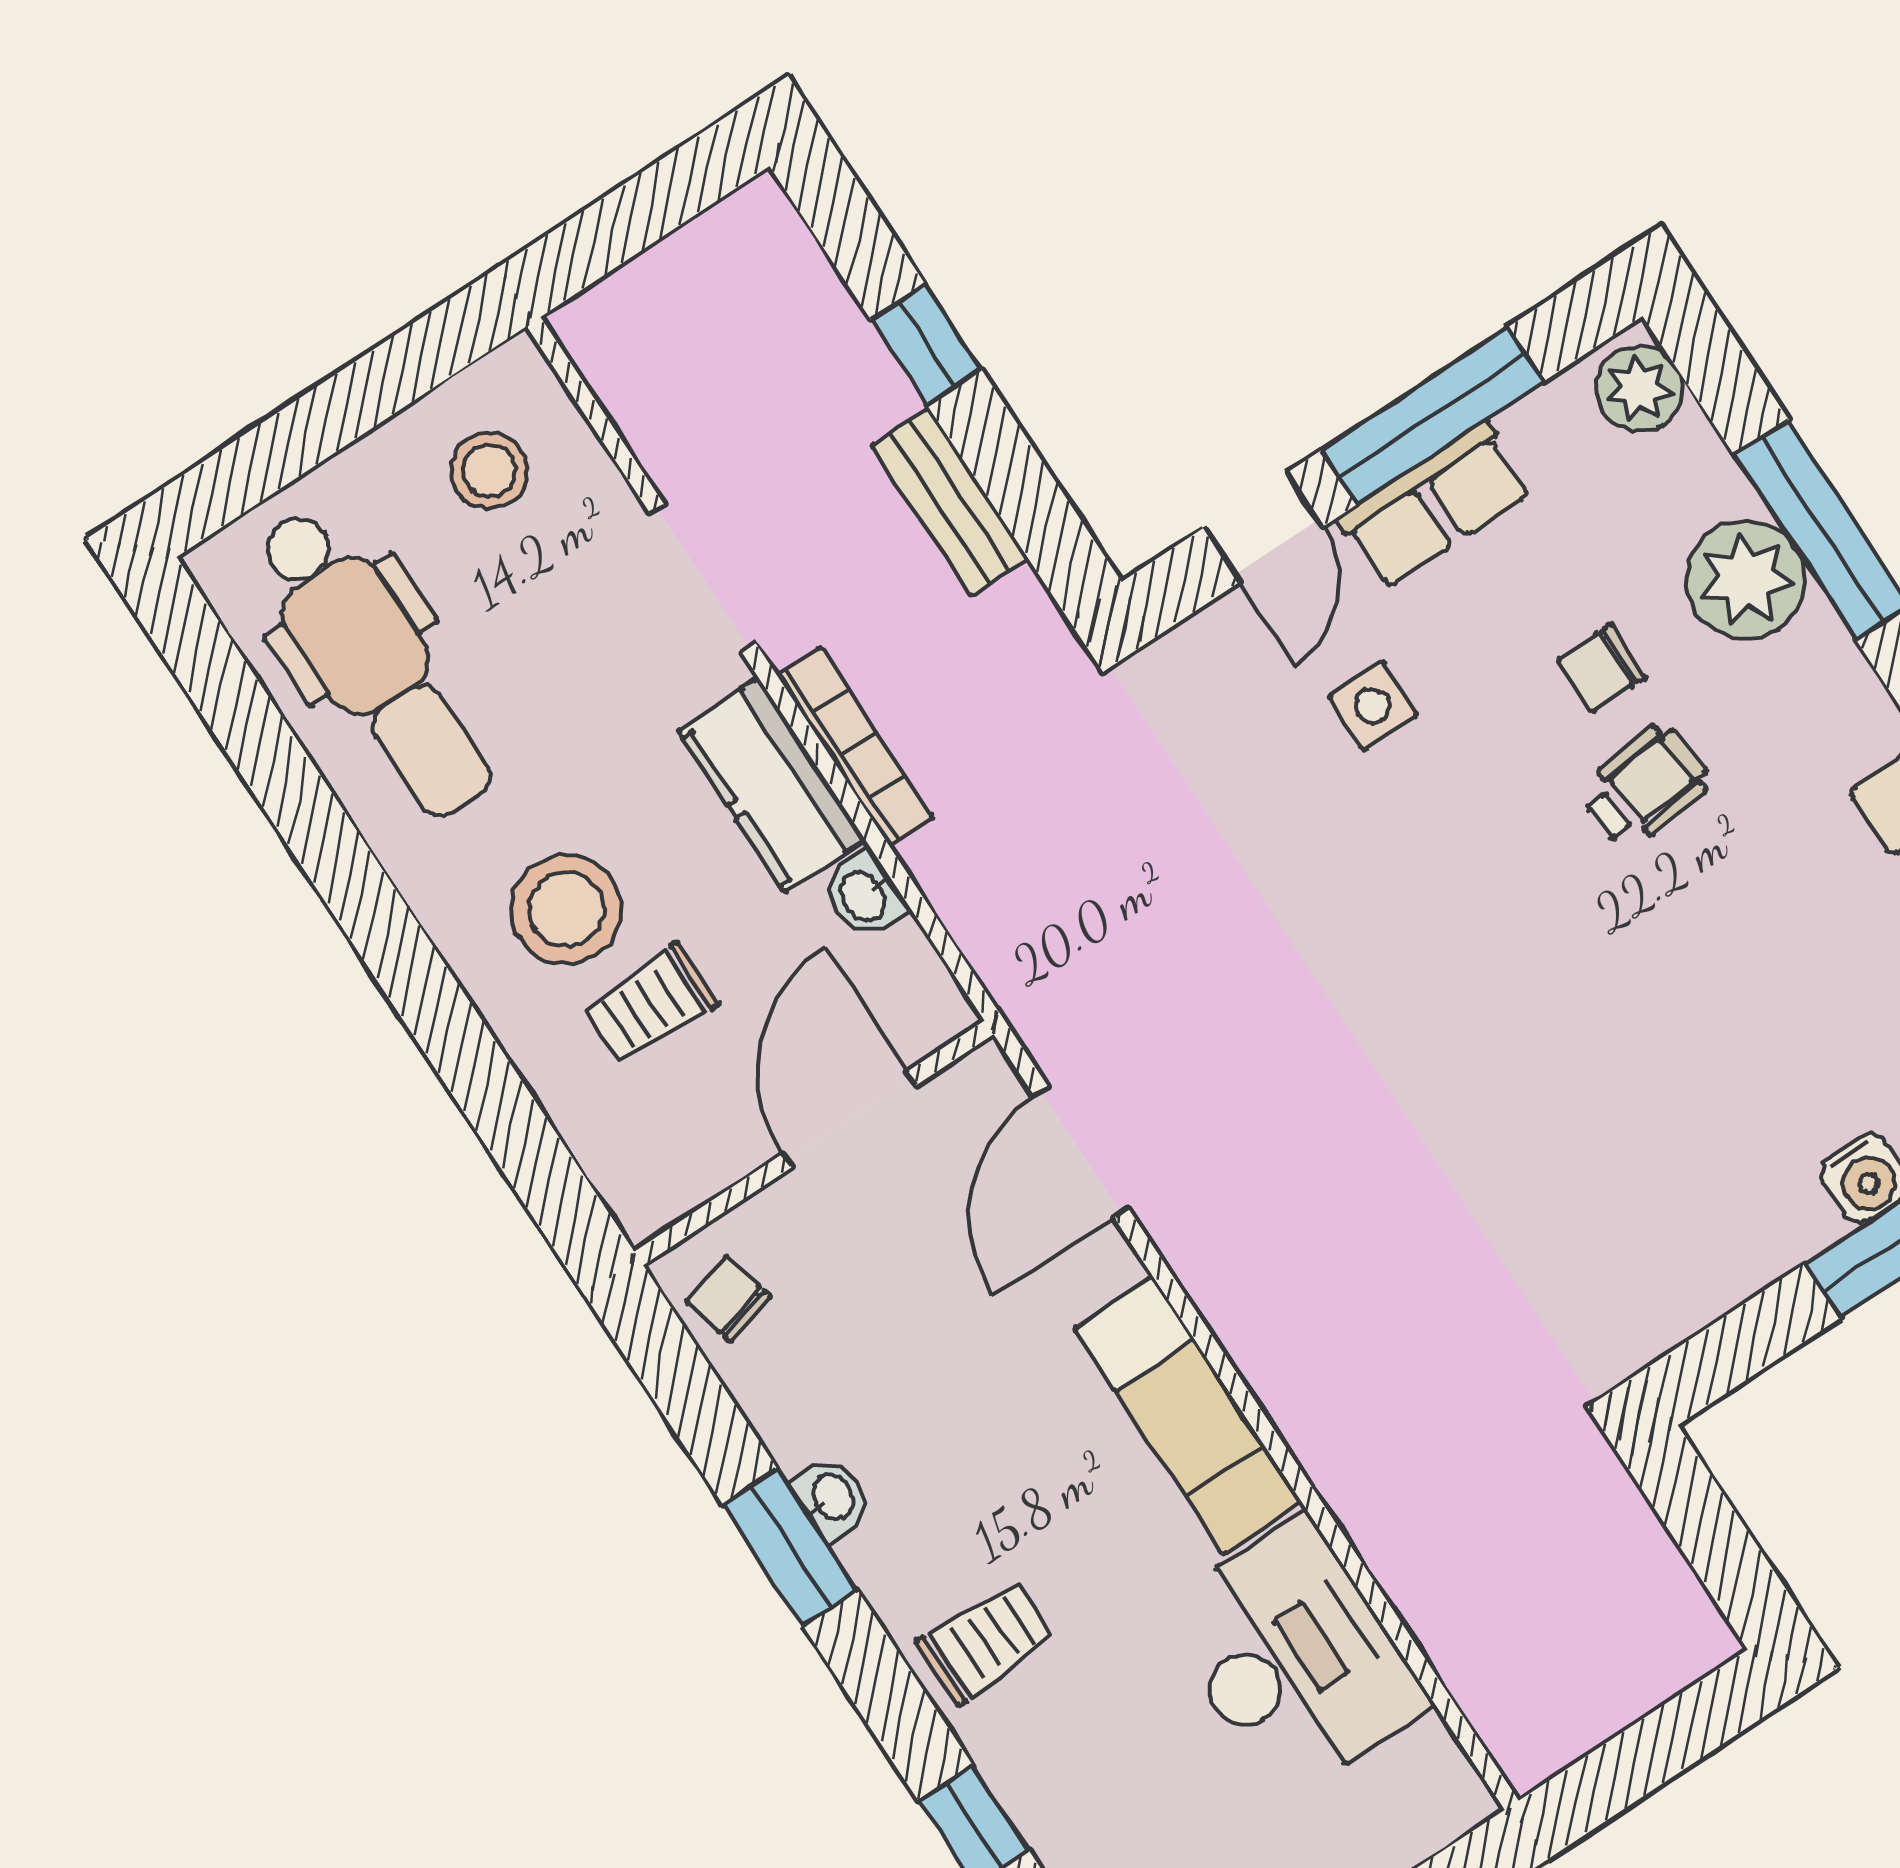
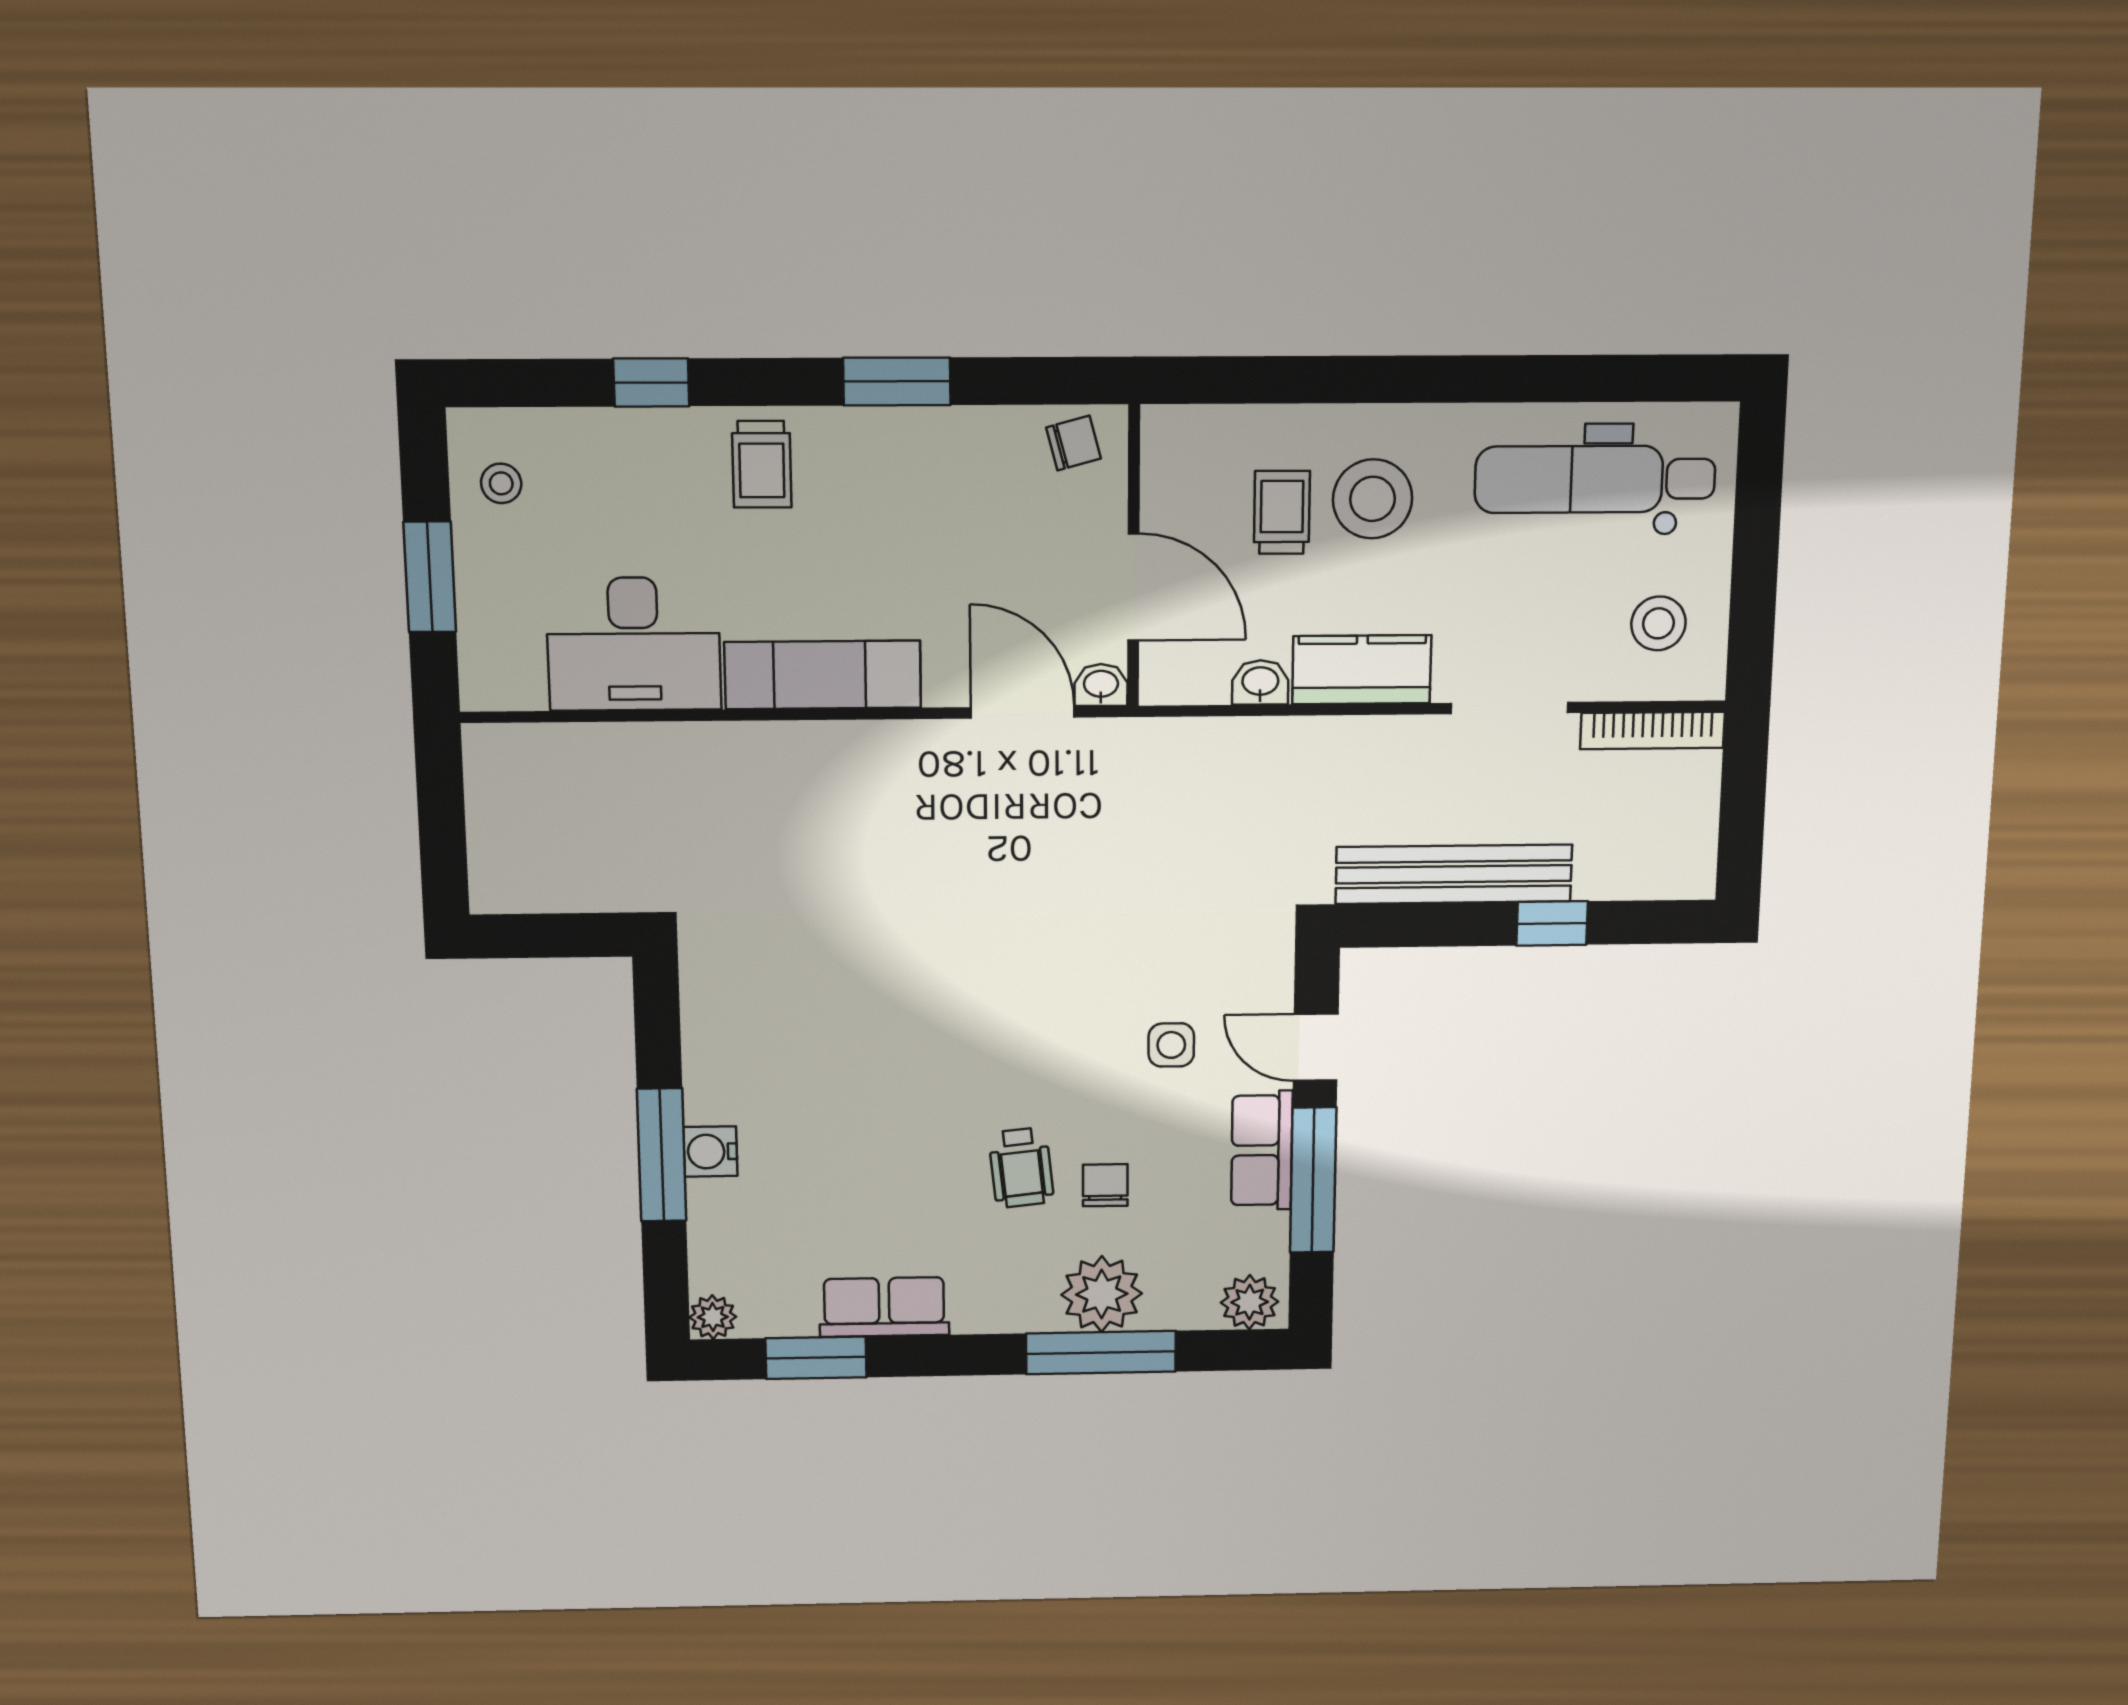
bench: (950, 502) -> (1454, 874), width x1.86, depth x1.21
bookcase: (855, 746) -> (1652, 731), moved
washbasin: (832, 1498) -> (1101, 685), moved, turned 180

